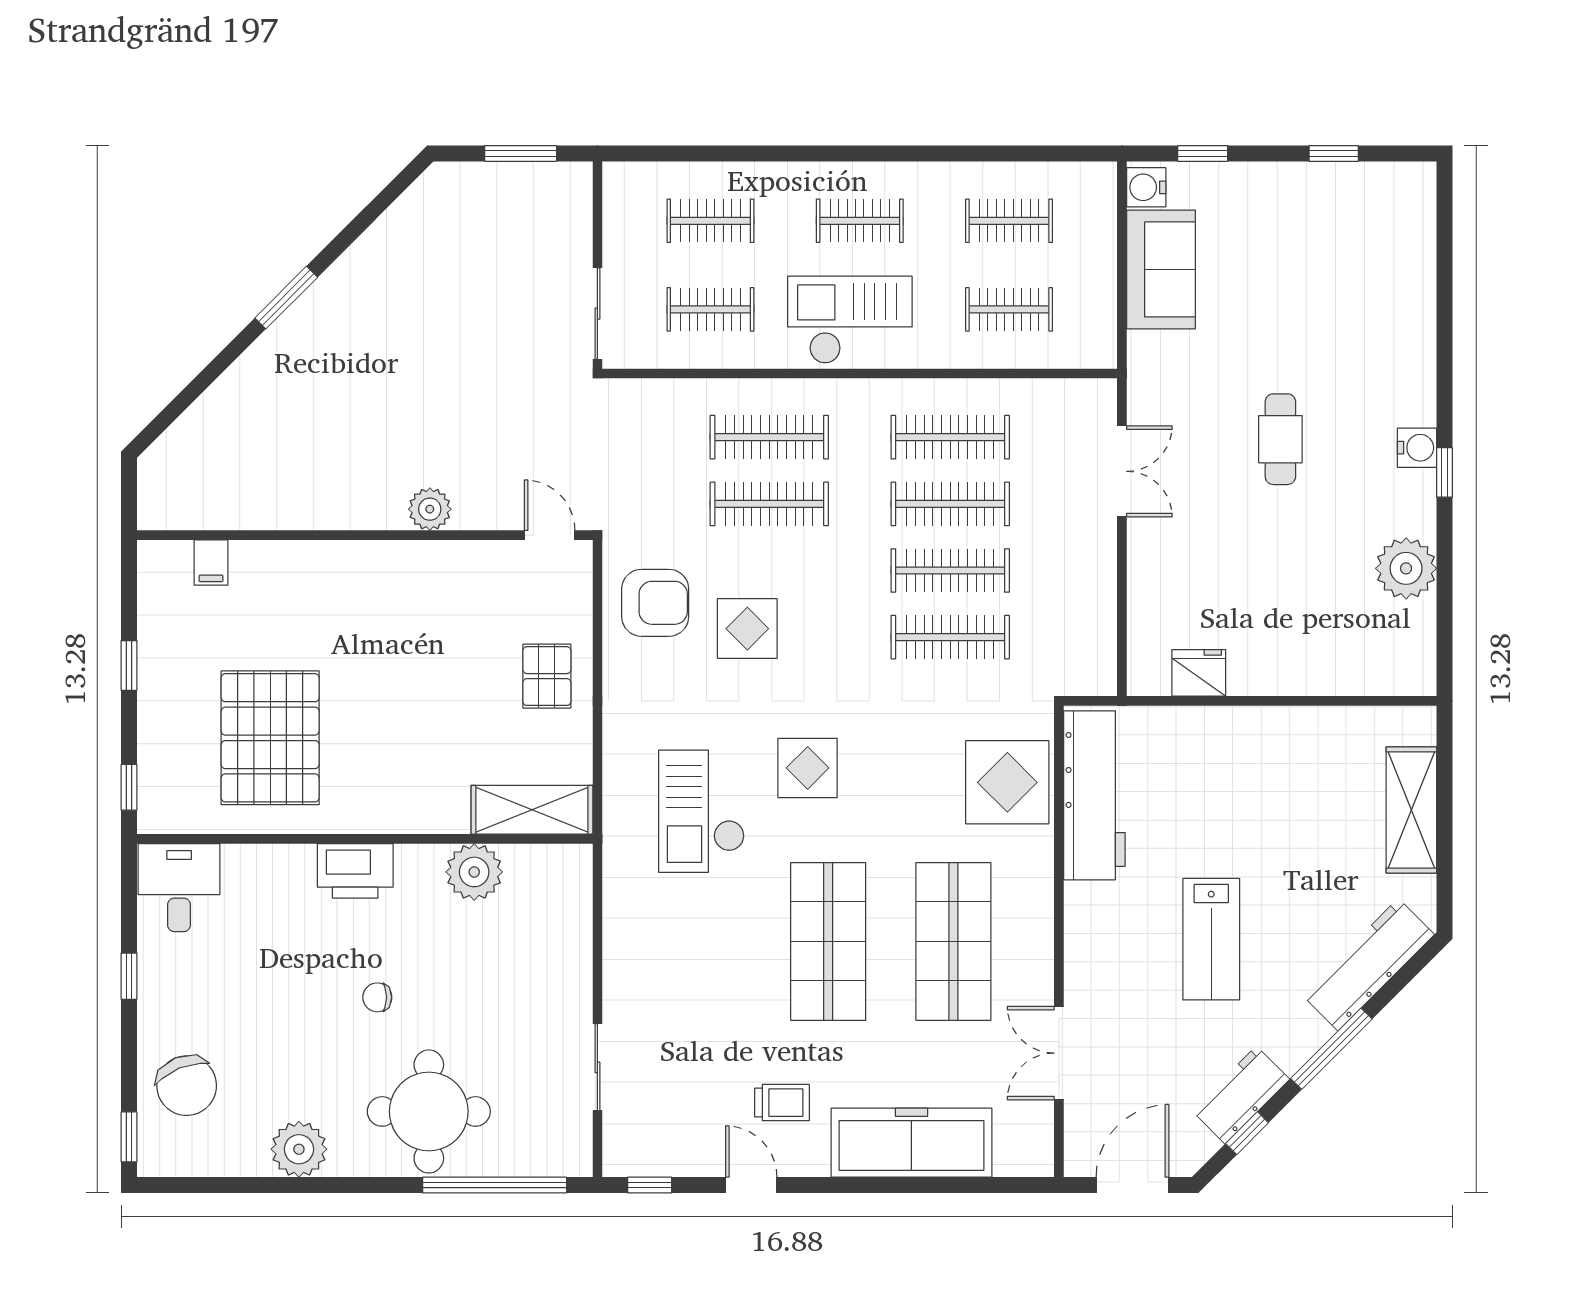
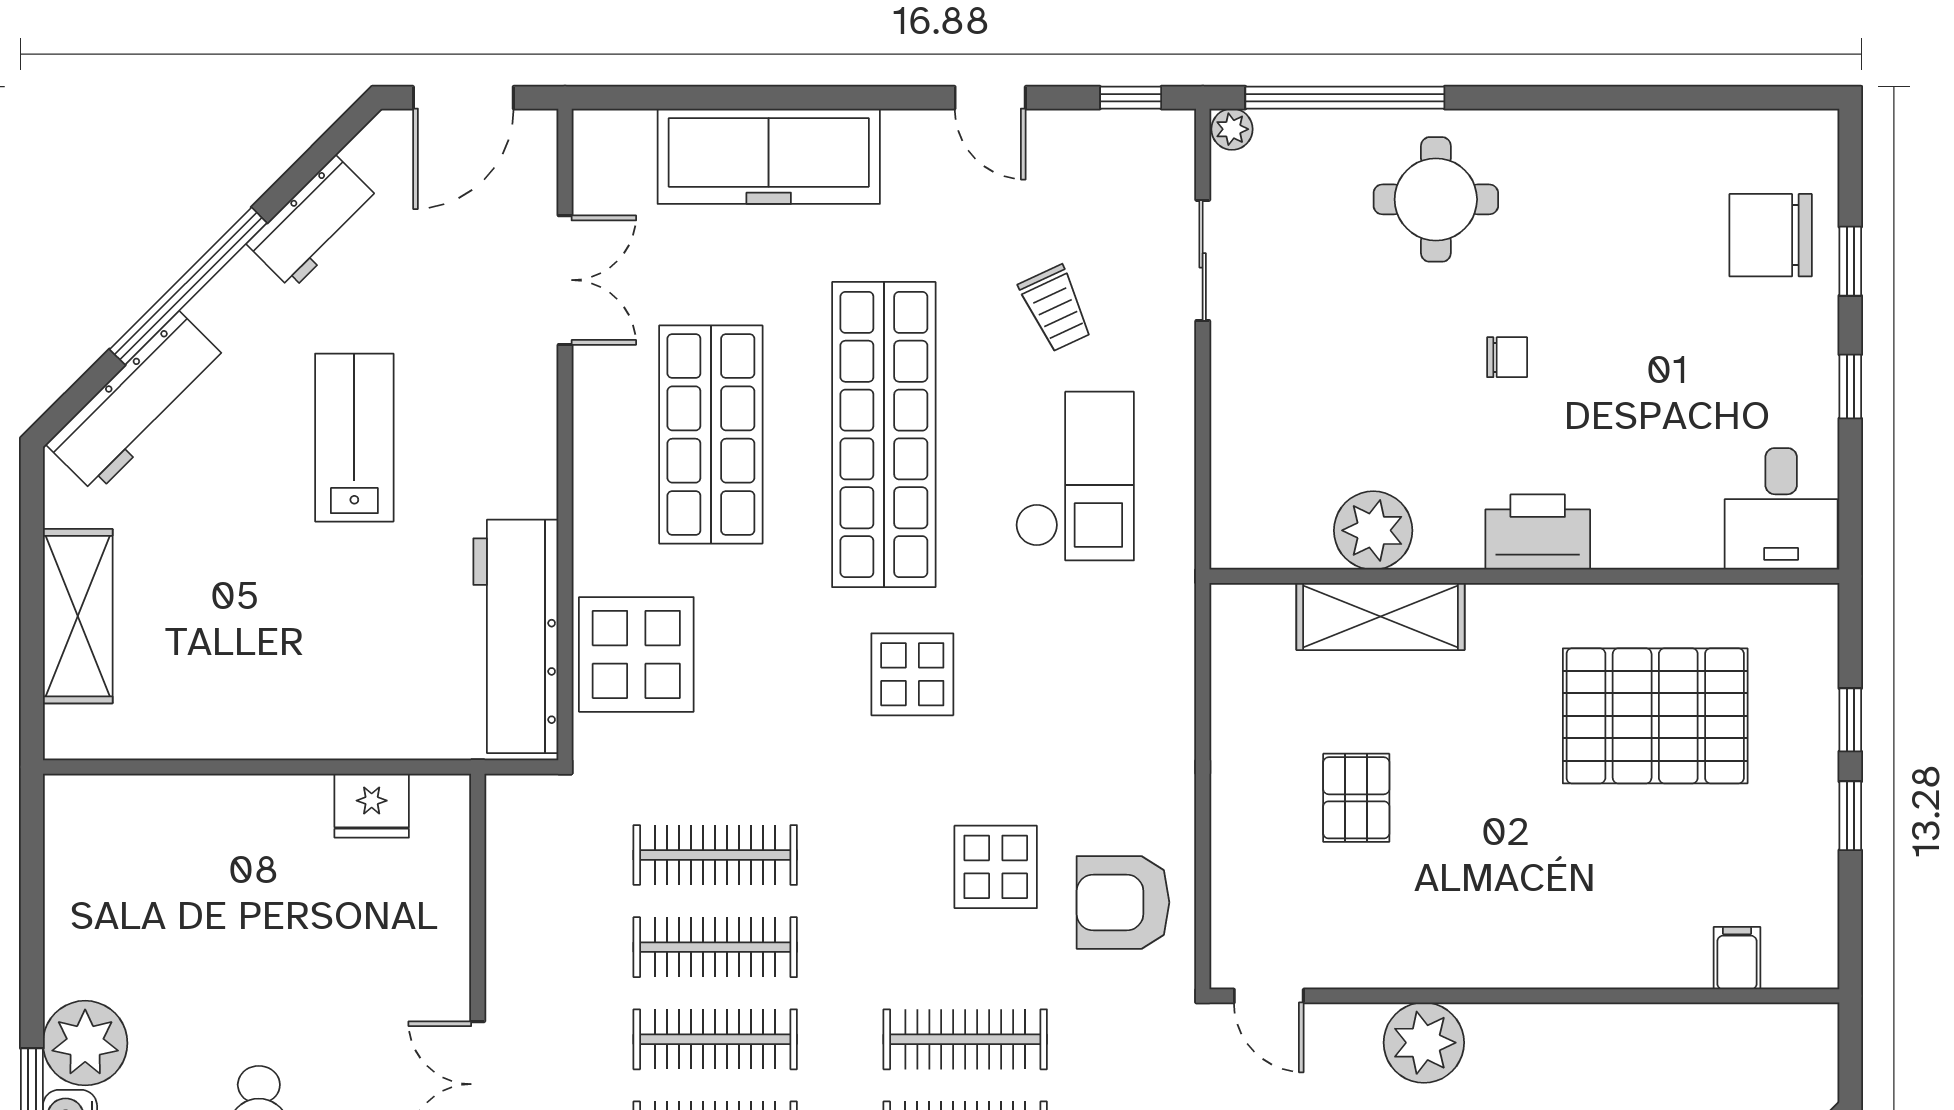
plant: (430, 509) -> (1424, 1043), width x1.36, depth x1.36
plant: (1406, 568) -> (85, 1043), moved
pallet: (547, 676) -> (1356, 798), moved
pallet: (270, 738) -> (1655, 716), turned 90
window: (129, 787) -> (1850, 720), moved
shelving: (532, 810) -> (1381, 616), moved
checkout: (702, 811) -> (1075, 476), moved
shop shelf: (828, 941) -> (884, 435), width x1.40
window: (1331, 1049) -> (188, 286), width x1.46
chair: (187, 1086) -> (1771, 235), turned -68
trolley: (782, 1103) -> (1056, 308), moved, turned -115
round table: (429, 1111) -> (1436, 199), width x0.73, depth x0.73
window: (1247, 1133) -> (305, 169), removed
window: (129, 1137) -> (1850, 261), moved
plant: (299, 1149) -> (1232, 129), moved, width x0.53, depth x0.53

